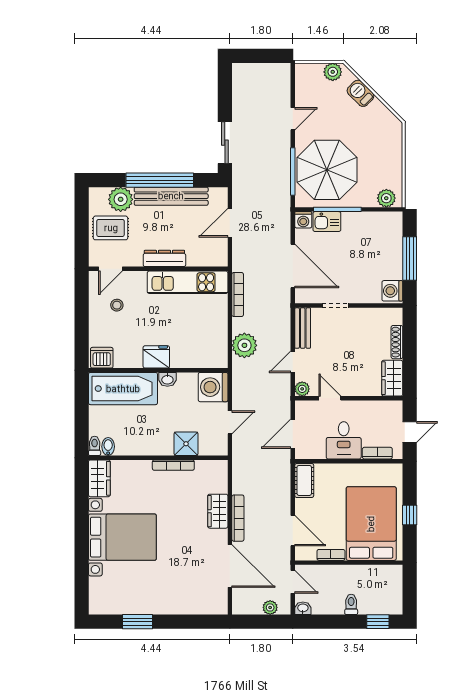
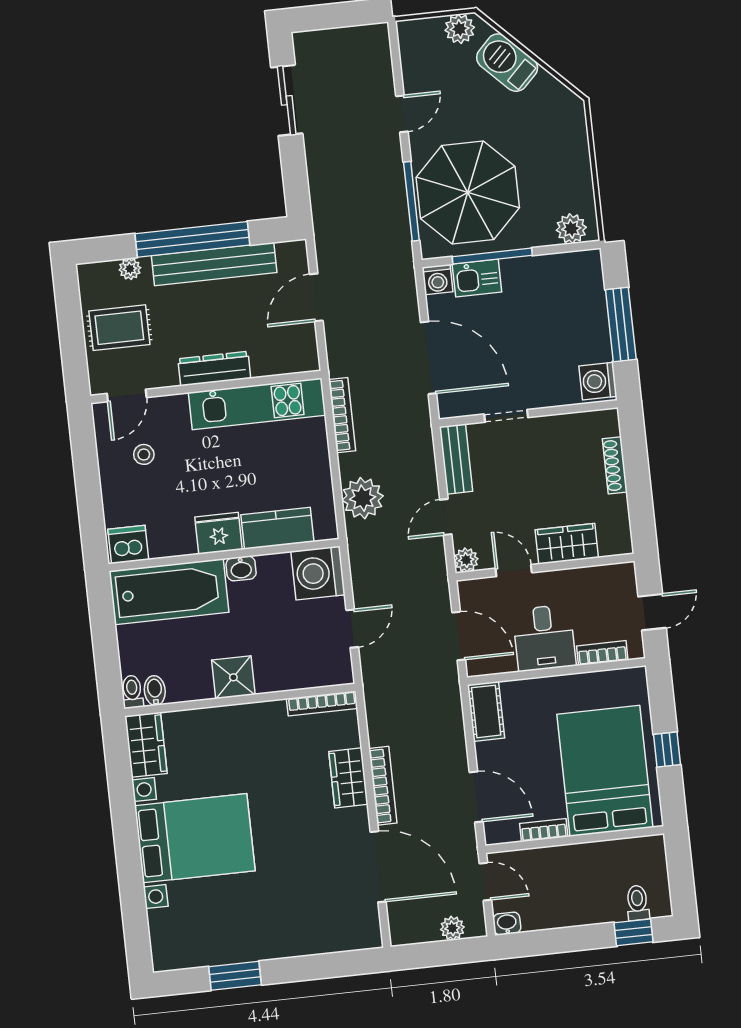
barbecue: (360, 93) -> (507, 63), width x1.38, depth x1.27
sliding door: (225, 143) -> (287, 100), moved
plant: (121, 199) -> (130, 269), width x0.53, depth x0.53
kitchen counter: (192, 358) -> (277, 528), added
wardrobe: (392, 378) -> (567, 544), moved, turned 90
door: (293, 434) -> (459, 636), swing flipped
shower: (186, 444) -> (233, 677), moved
bookcase: (173, 465) -> (322, 704), moved
toilet: (351, 604) -> (638, 903), moved

